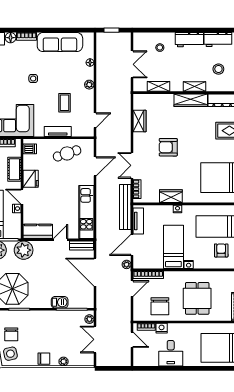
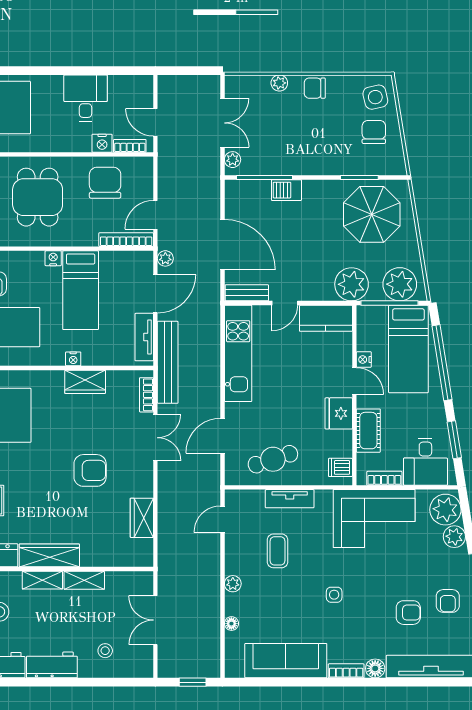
shelving: (158, 86) -> (84, 580), moved

